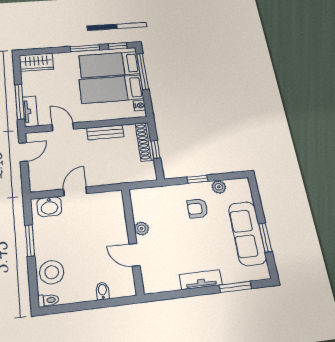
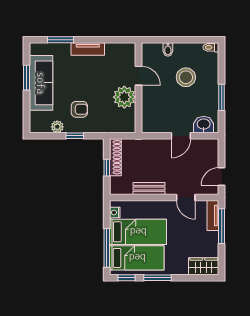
shoe rack: (145, 142) -> (115, 157), moved
plant: (142, 229) -> (124, 97), width x1.88, depth x1.88
stool: (52, 272) -> (186, 77), moved

